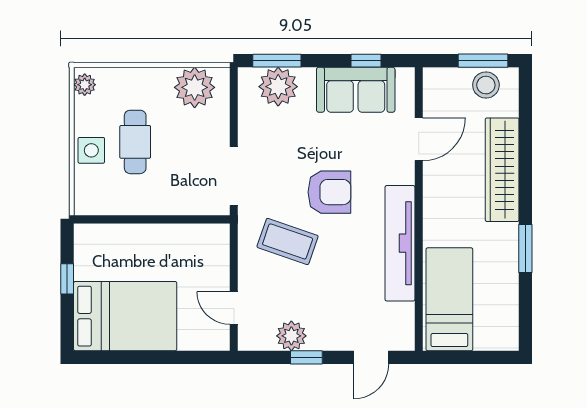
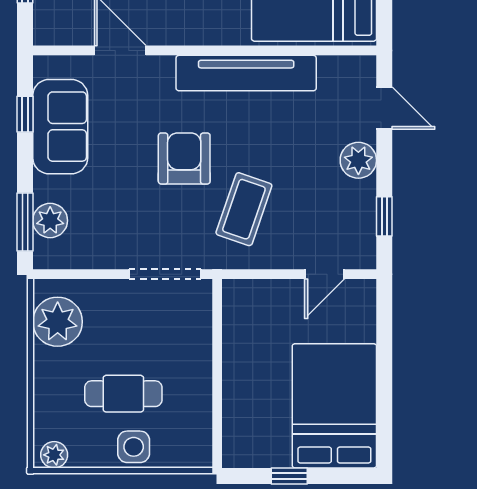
plant: (278, 87) -> (50, 221), width x0.73, depth x0.73
plant: (291, 336) -> (358, 160), moved
window: (306, 357) -> (384, 216), moved

